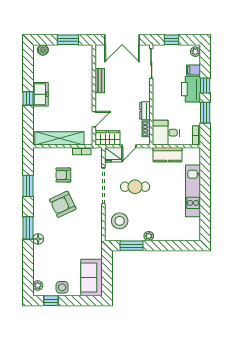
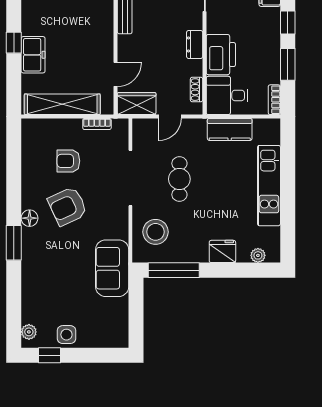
printer: (191, 89) -> (221, 55), moved, turned 180
freezer: (40, 94) -> (33, 55), moved
dresser: (145, 111) -> (195, 44), moved
fridge: (113, 155) -> (222, 251), moved, turned 180
window: (28, 186) -> (14, 178), removed
cafe table: (135, 187) -> (179, 179), turned 90
plant: (149, 236) -> (258, 255), moved
floor lamp: (38, 239) -> (30, 218), moved
window: (131, 246) -> (174, 270), width x1.44
sofa: (92, 278) -> (112, 268), moved

